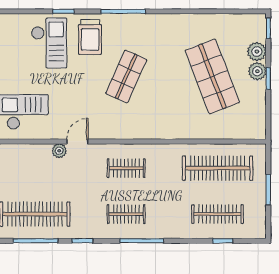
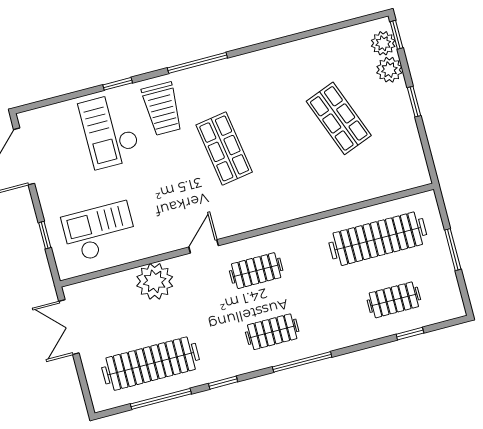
checkout: (49, 43) -> (110, 131), turned 180
plant: (257, 71) -> (383, 43), moved
shop shelf: (126, 76) -> (224, 148), turned -33
shop shelf: (212, 76) -> (339, 118), width x0.70, depth x0.74
door: (77, 141) -> (204, 246), moved
plant: (59, 151) -> (155, 281), width x1.88, depth x1.88
clothes rail: (218, 214) -> (394, 300), width x0.73

